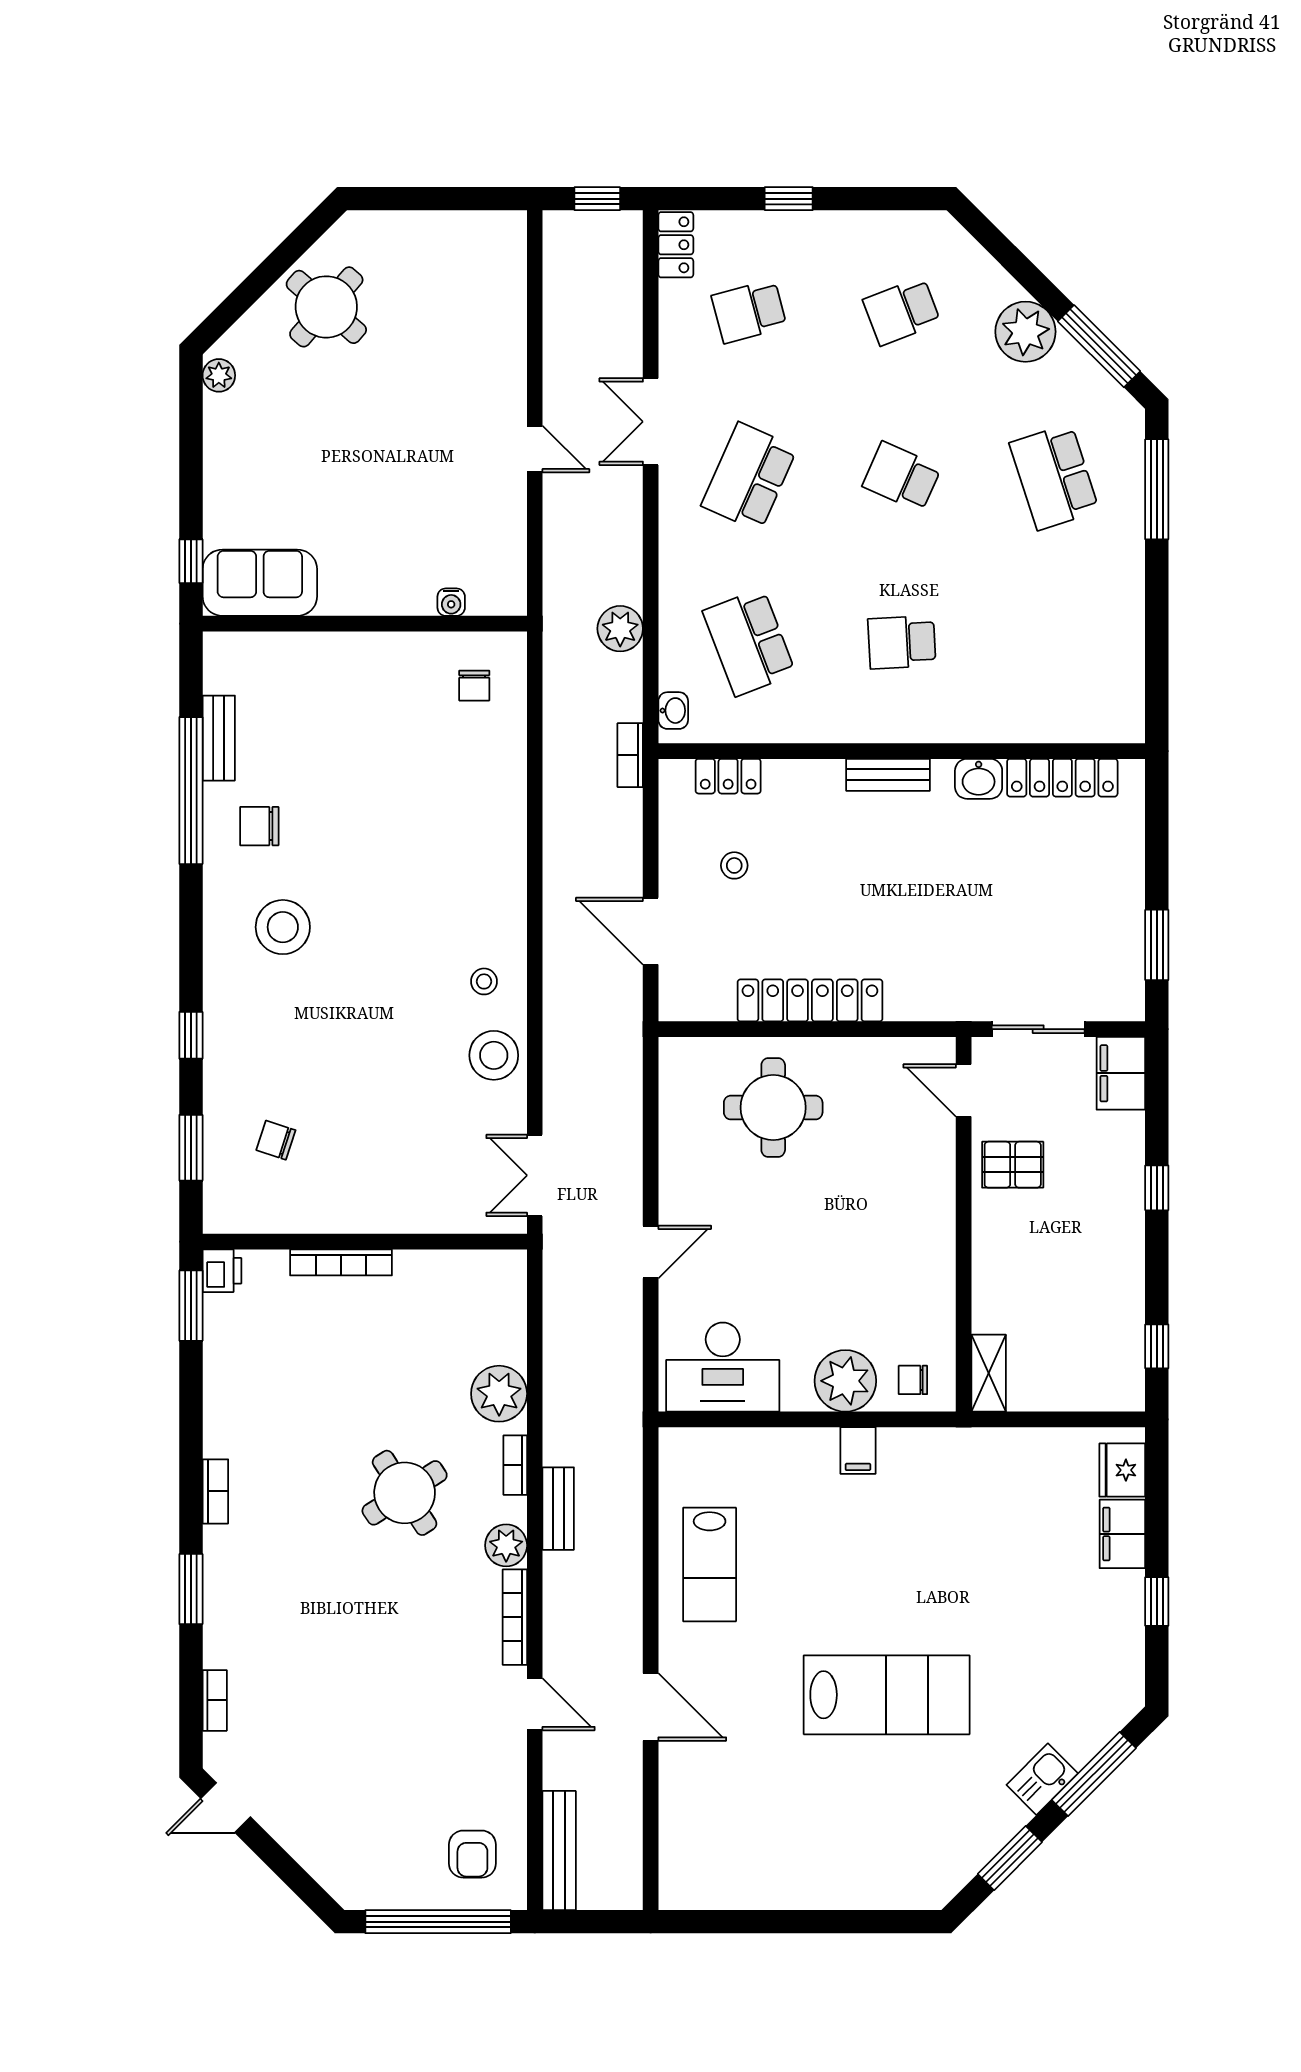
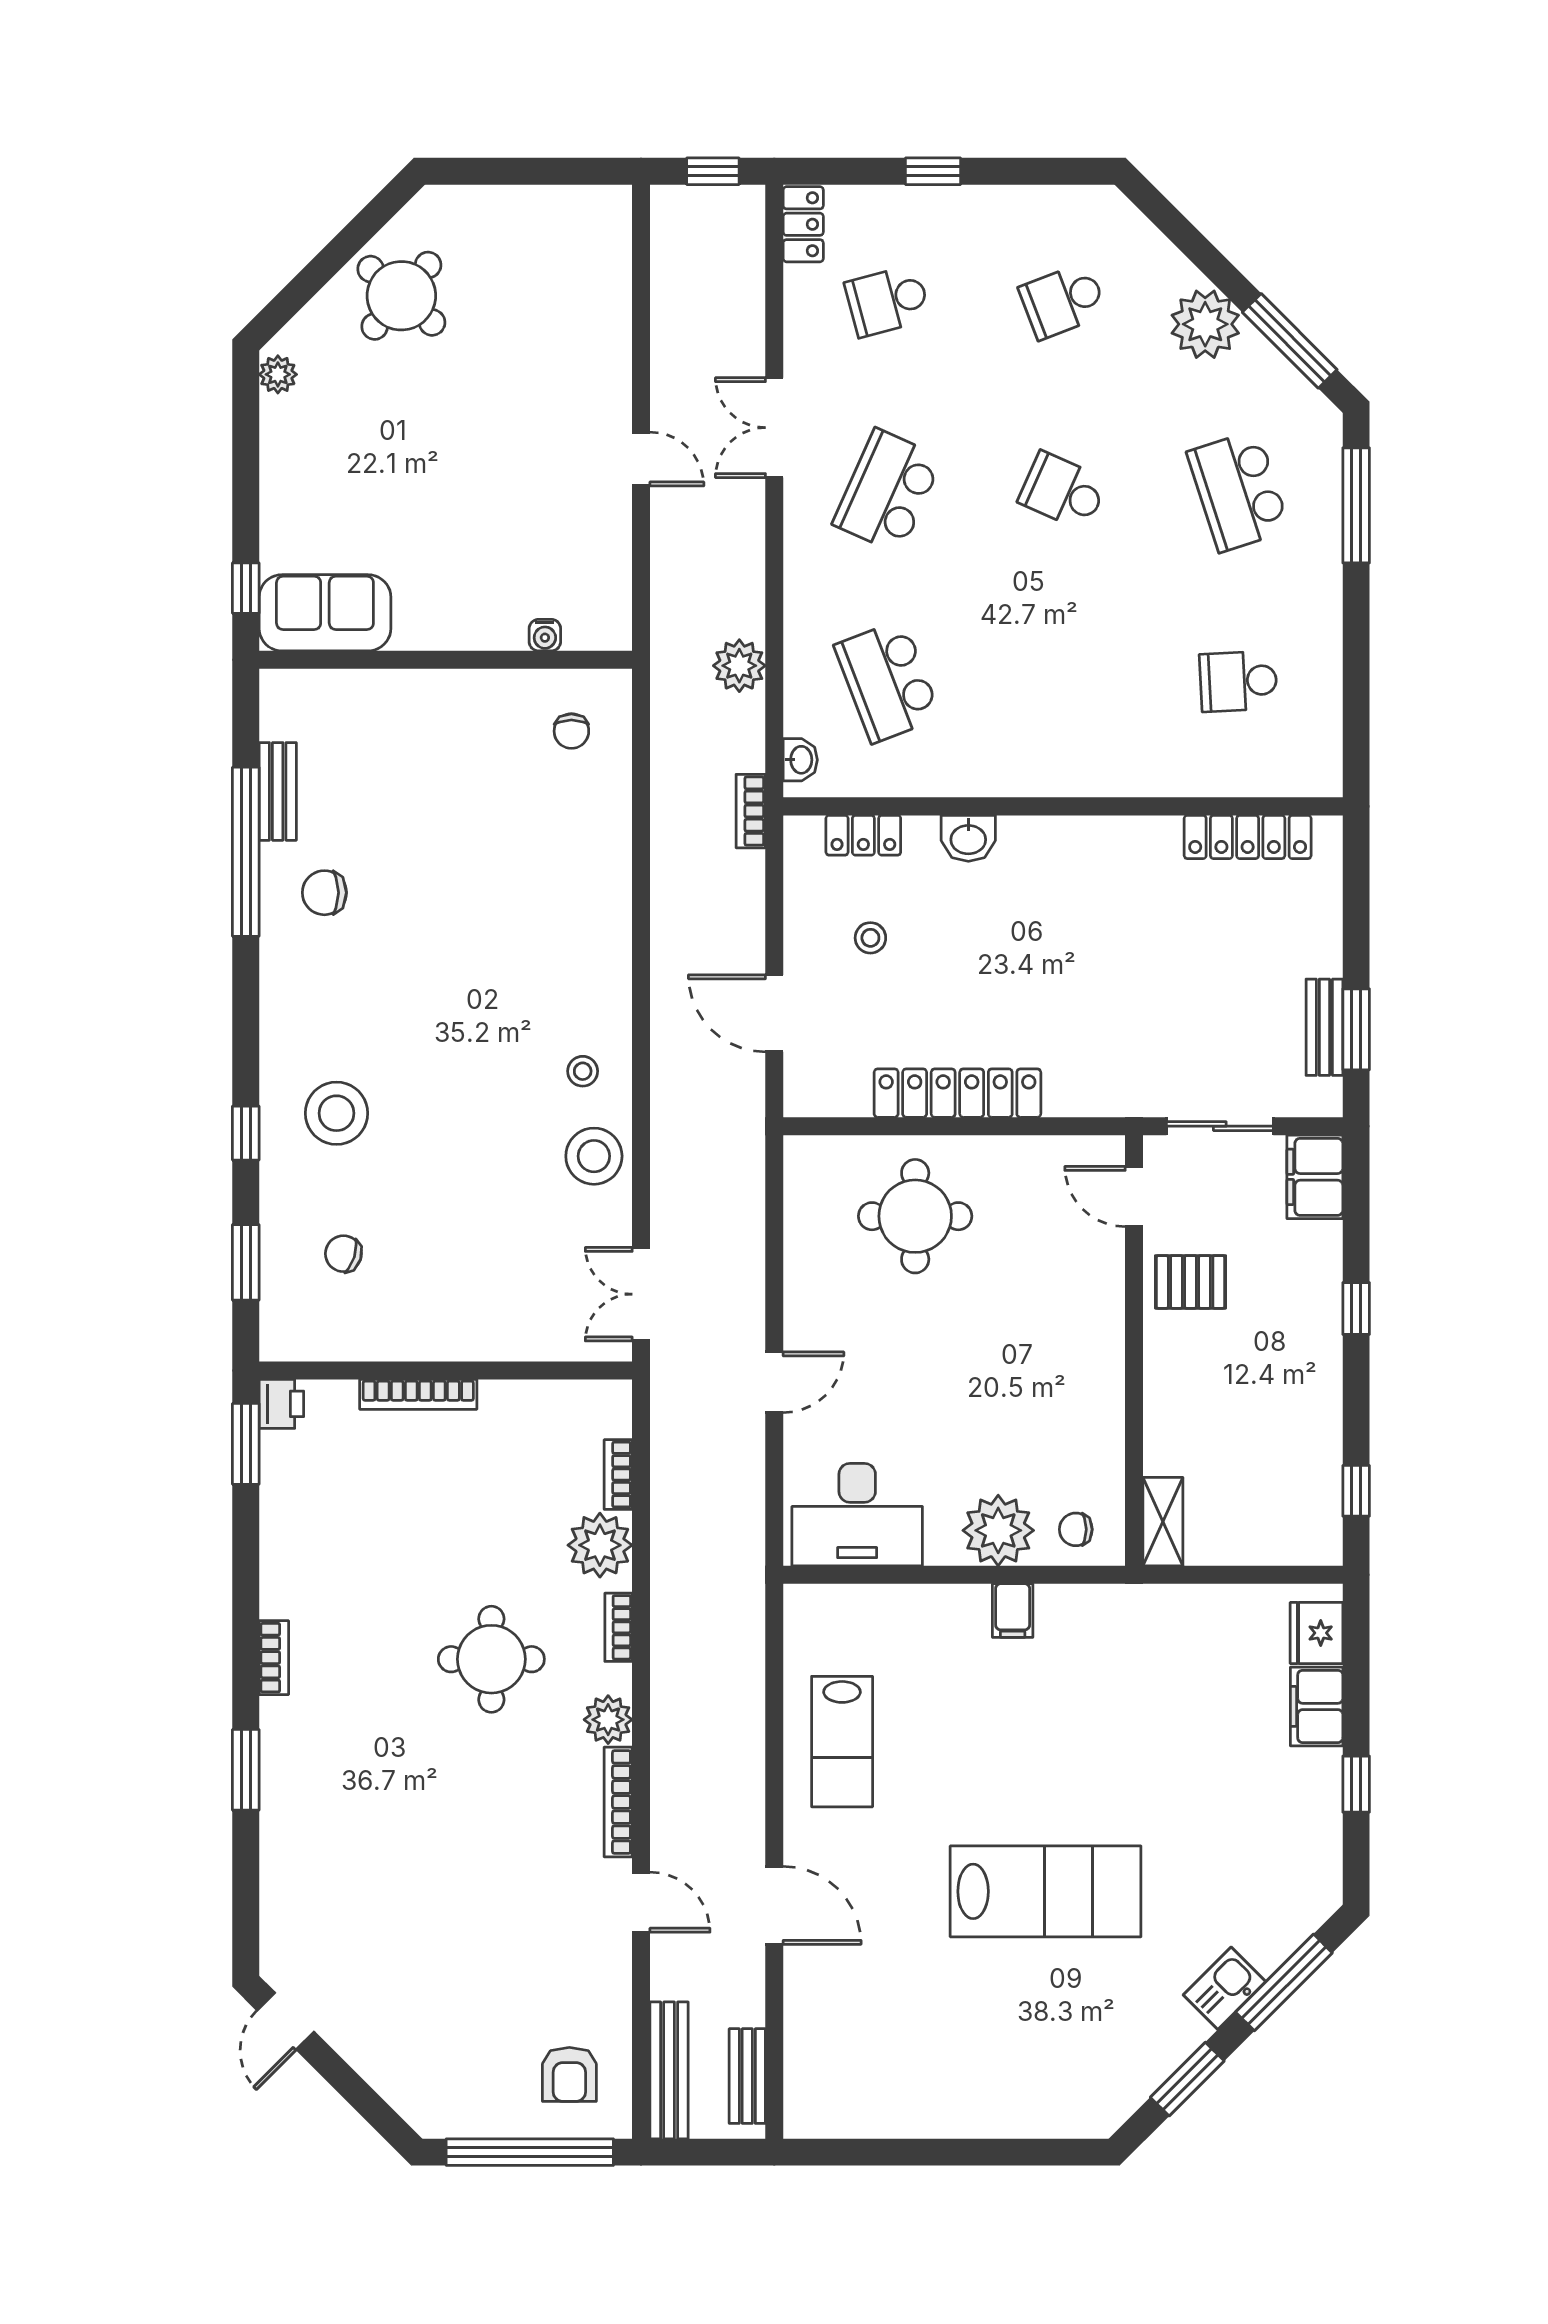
school desk: (902, 642) -> (1238, 681), moved
bench: (888, 775) -> (1324, 1027), moved, turned 90
washbasin: (979, 779) -> (968, 838), moved
stool: (283, 927) -> (336, 1113), moved
round table: (405, 1493) -> (491, 1659), turned 33
bench: (558, 1509) -> (747, 2076), moved
bookcase: (215, 1700) -> (618, 1475), moved, turned 180
door: (226, 1808) -> (286, 2021), hinge flipped

